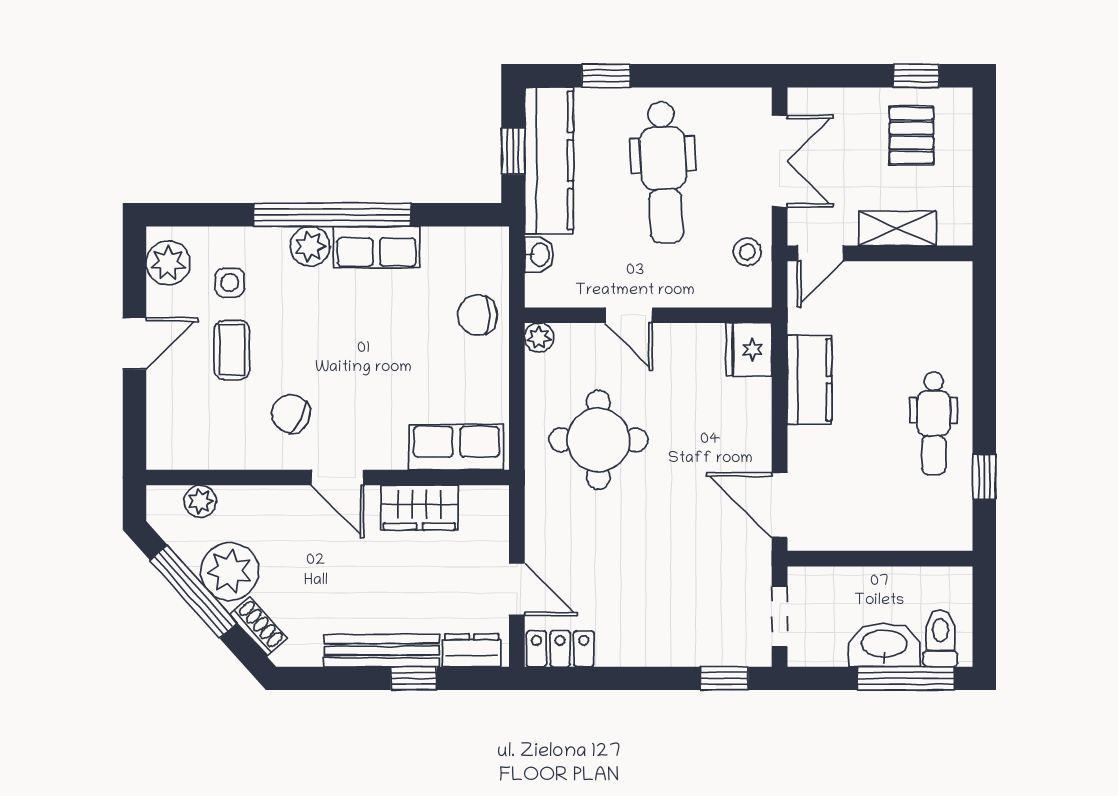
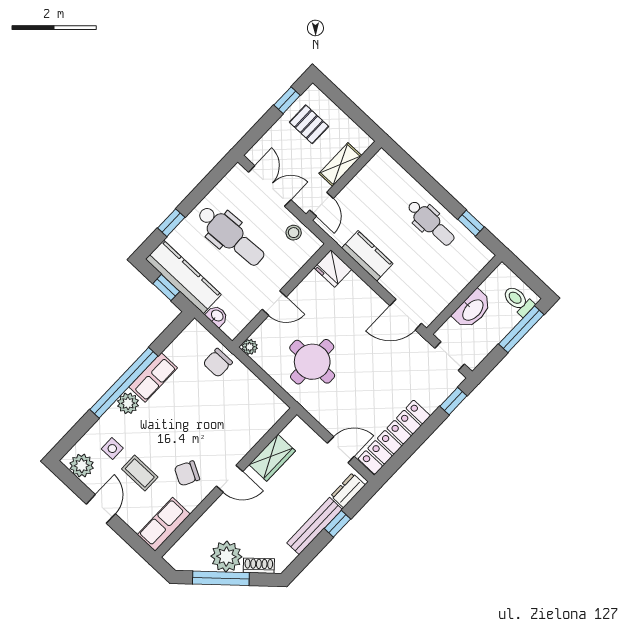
row of seats: (456, 447) -> (164, 524), moved
plant: (200, 501) -> (188, 542), removed
washbasin: (884, 645) -> (472, 310), moved, turned 180
locker: (560, 649) -> (394, 437), width x2.16, depth x1.21

